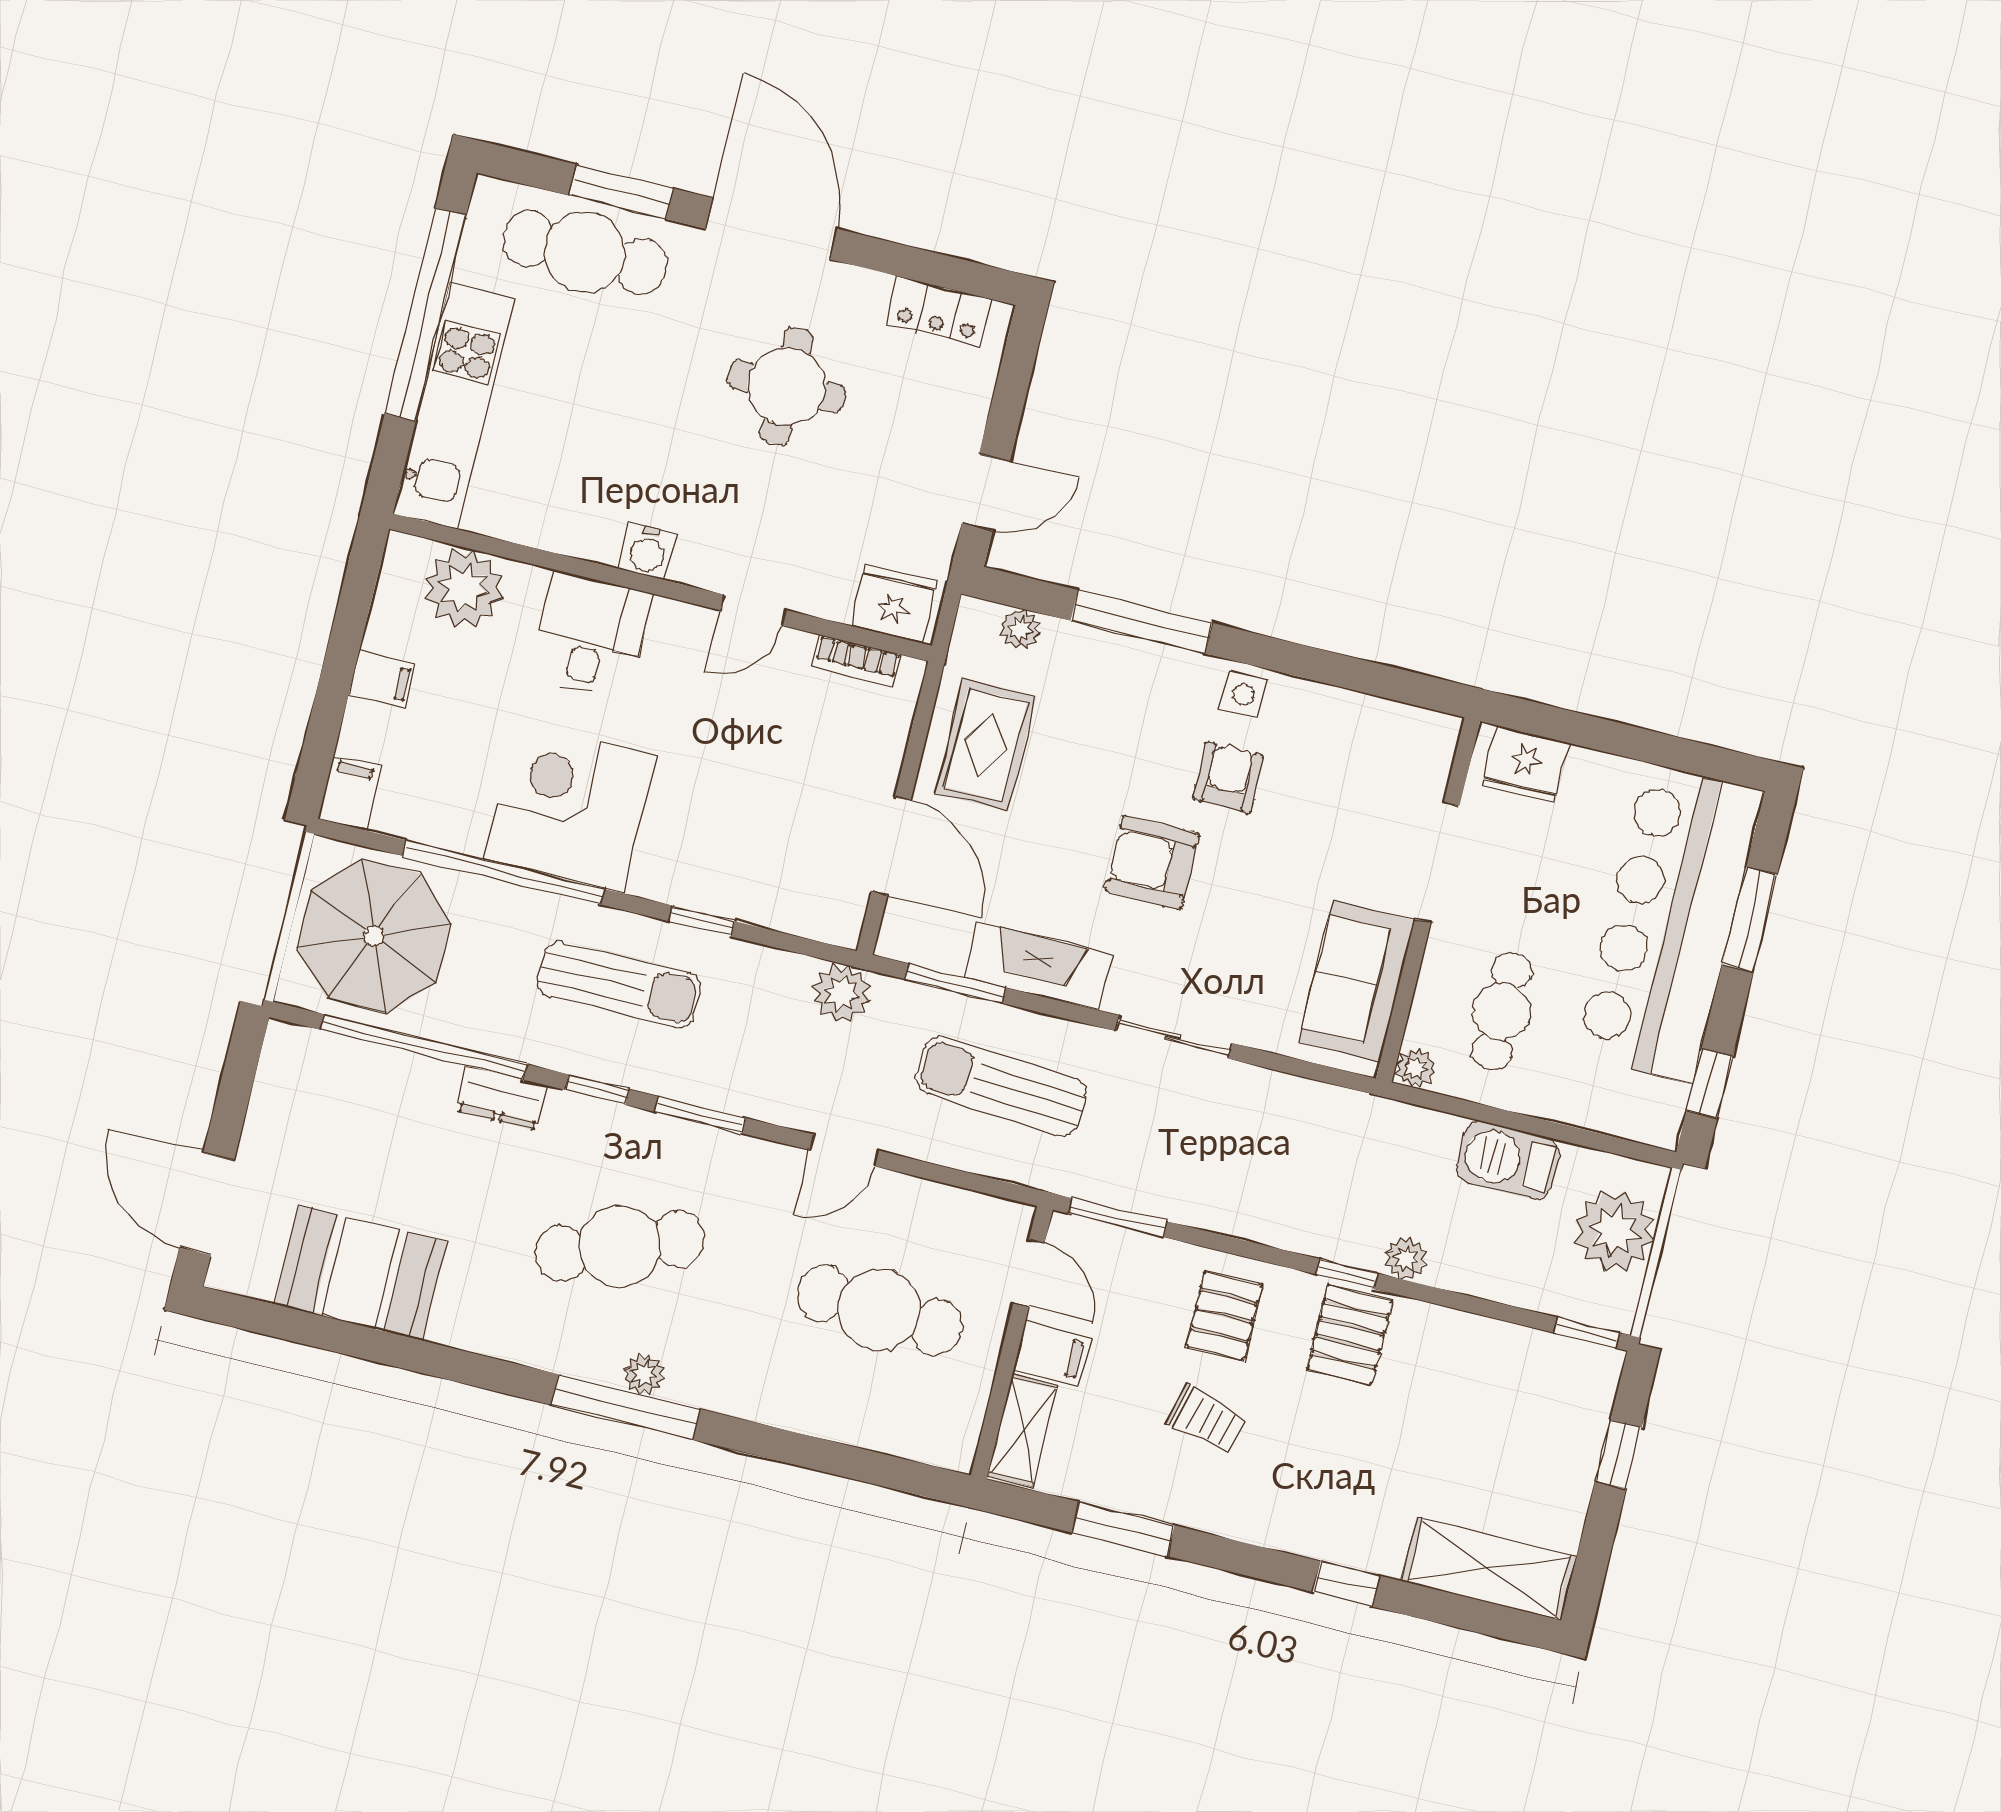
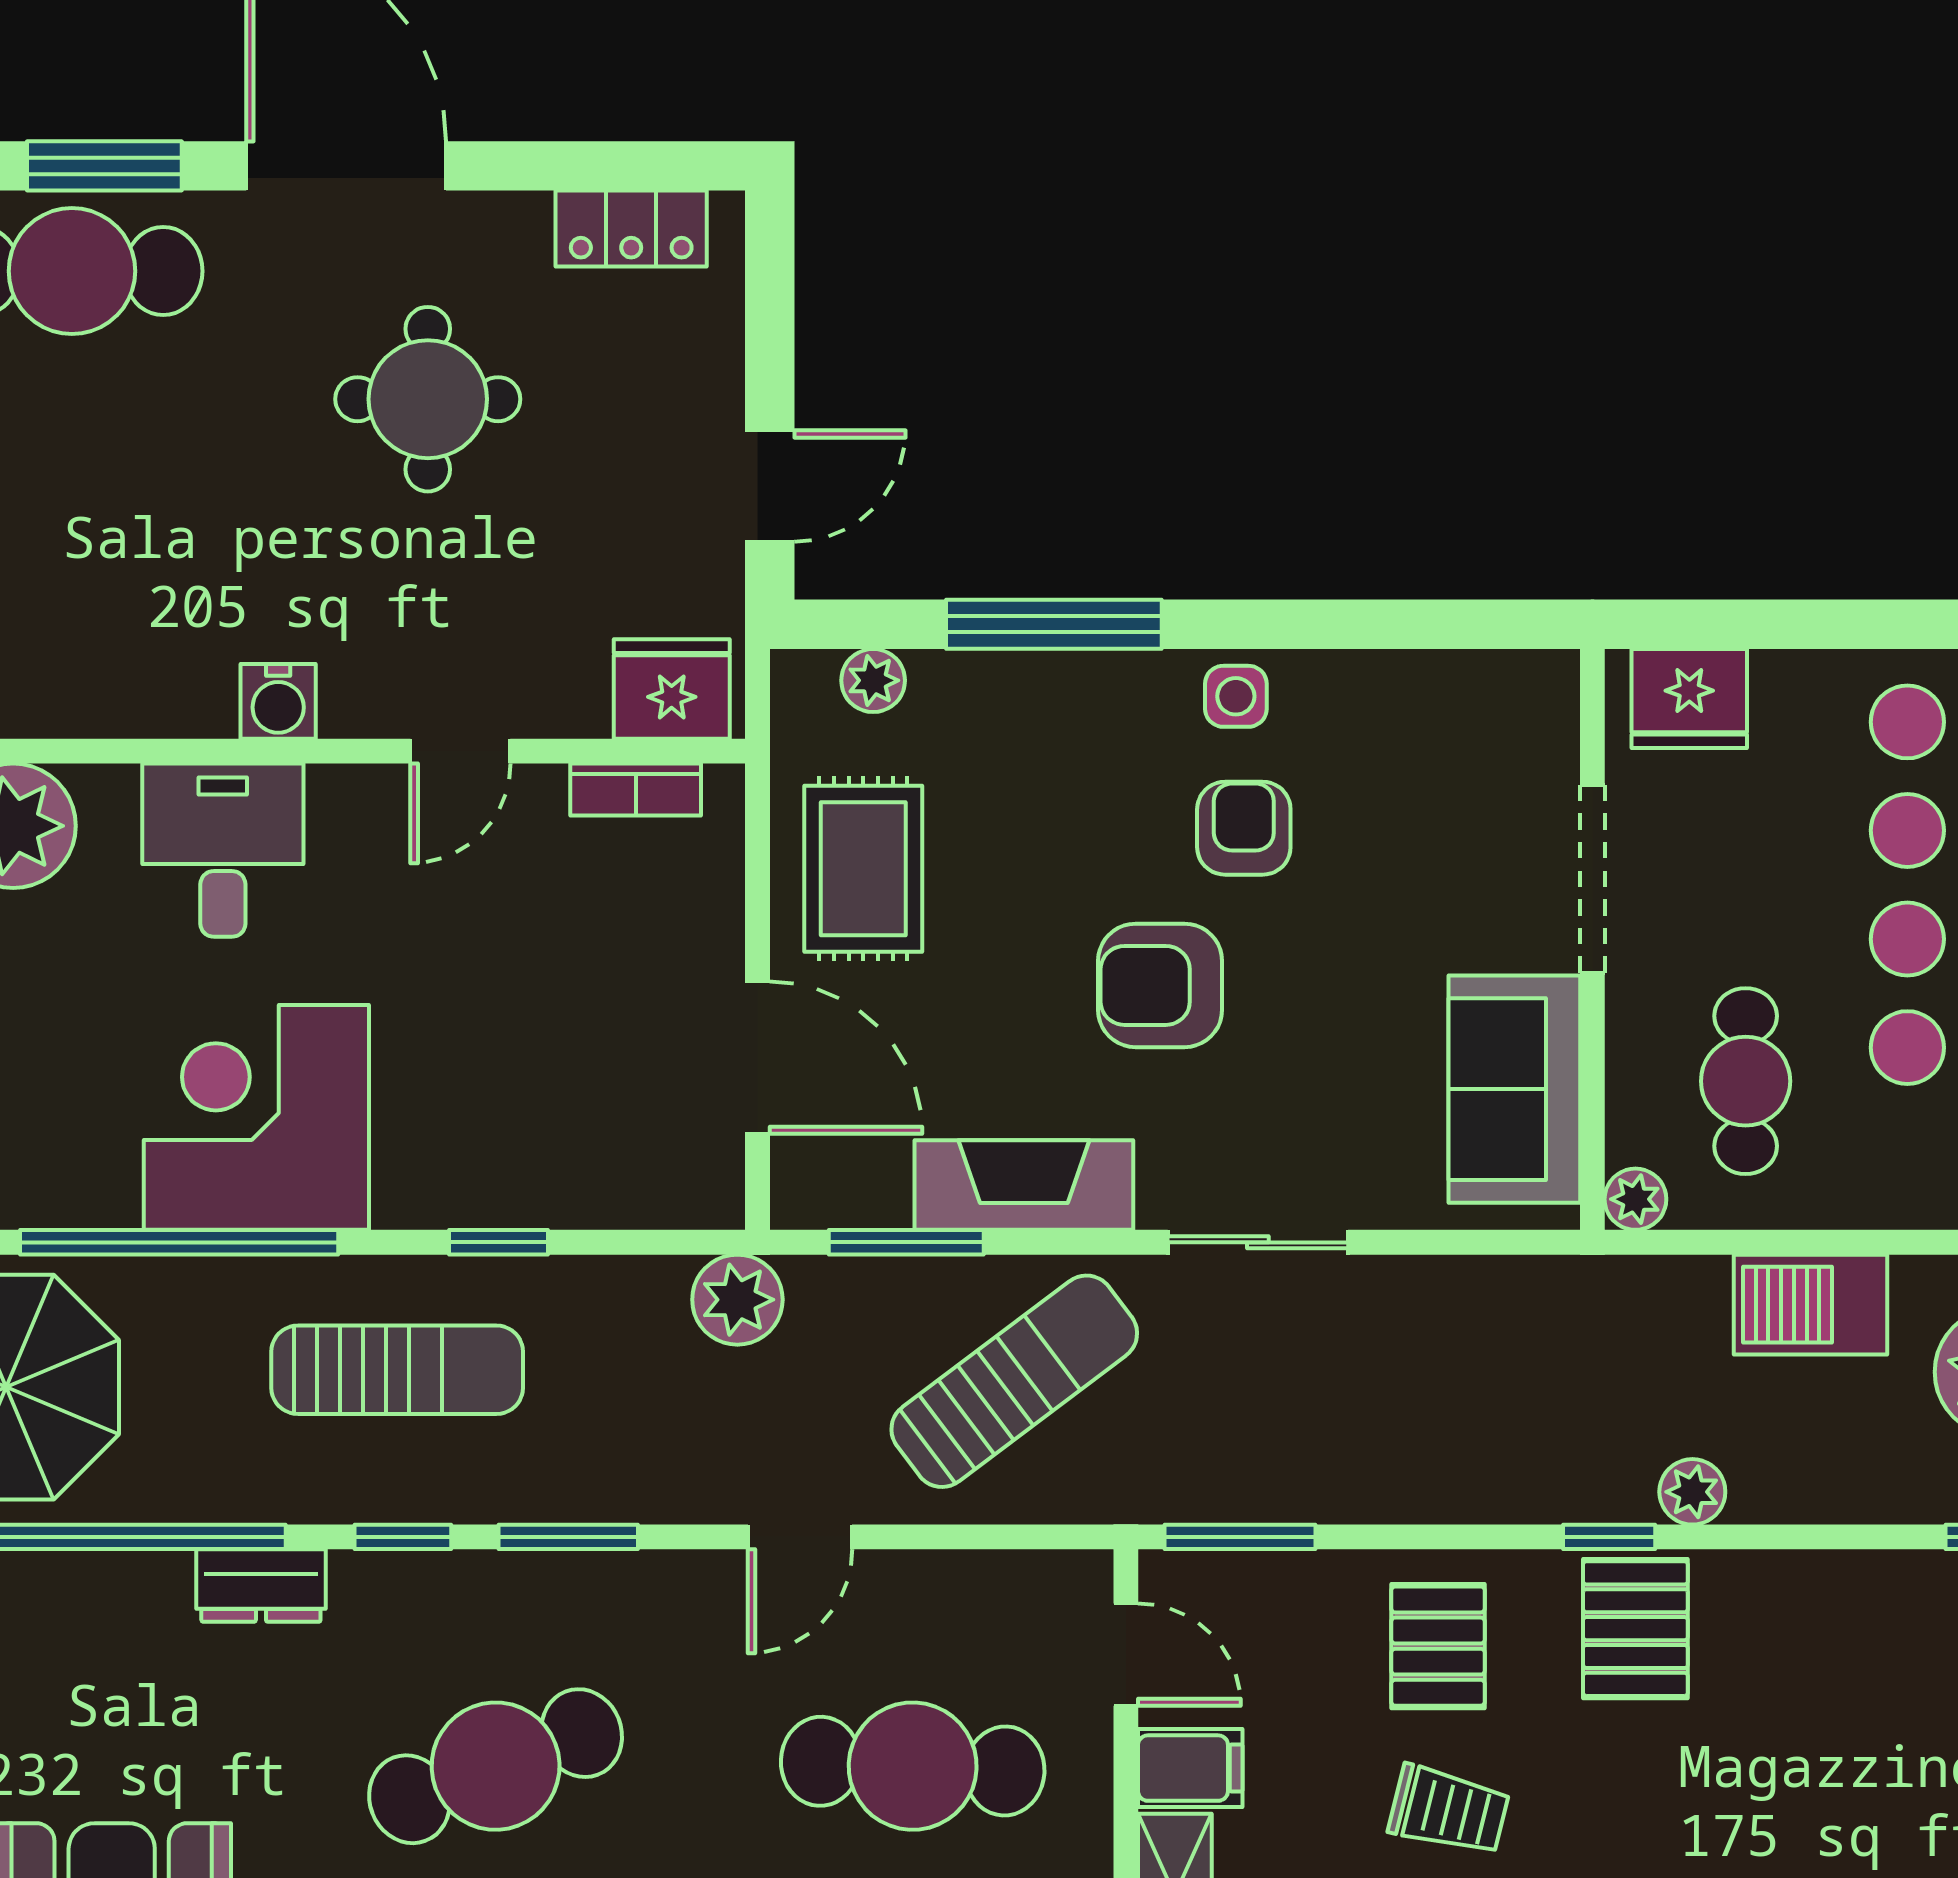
sun lounger: (1001, 1086) -> (1014, 1381), turned 139

